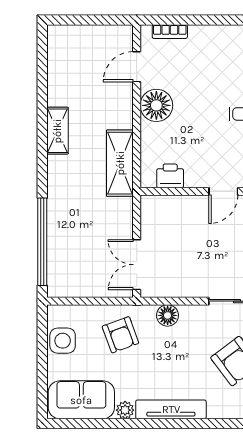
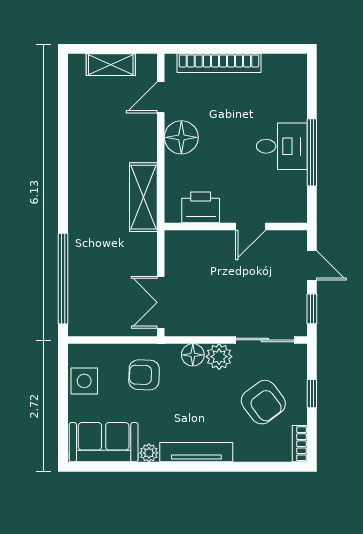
bookcase: (170, 32) -> (219, 63), width x2.31, depth x1.31
shelving: (57, 131) -> (111, 65), moved, turned 90
printer: (170, 176) -> (201, 207), width x1.36, depth x1.24
plant: (193, 317) -> (219, 357), added
armchair: (120, 335) -> (144, 375), turned 112

